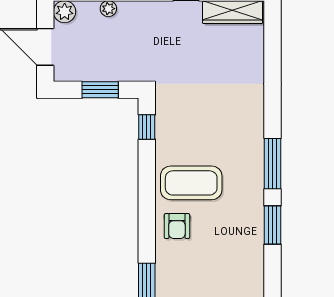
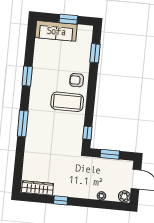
window: (273, 164) -> (23, 123), moved
armchair: (177, 226) -> (77, 80), turned -90

